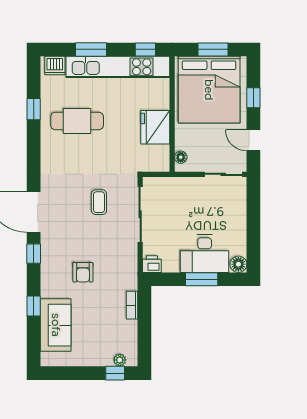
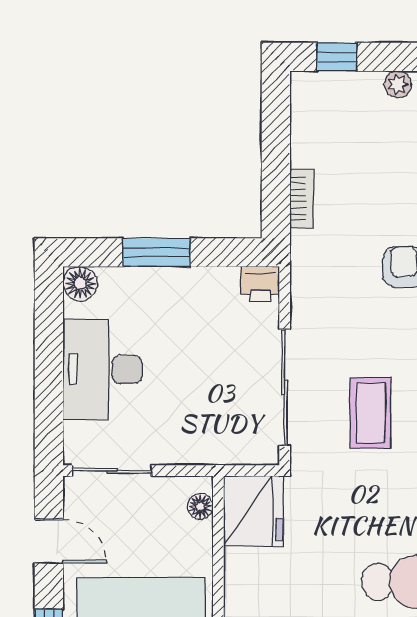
fridge: (155, 127) -> (253, 511), moved
coffee table: (99, 202) -> (370, 413), width x1.36, depth x1.30
desk: (205, 254) -> (102, 369), moved, turned -90
plant: (120, 360) -> (398, 84), moved

